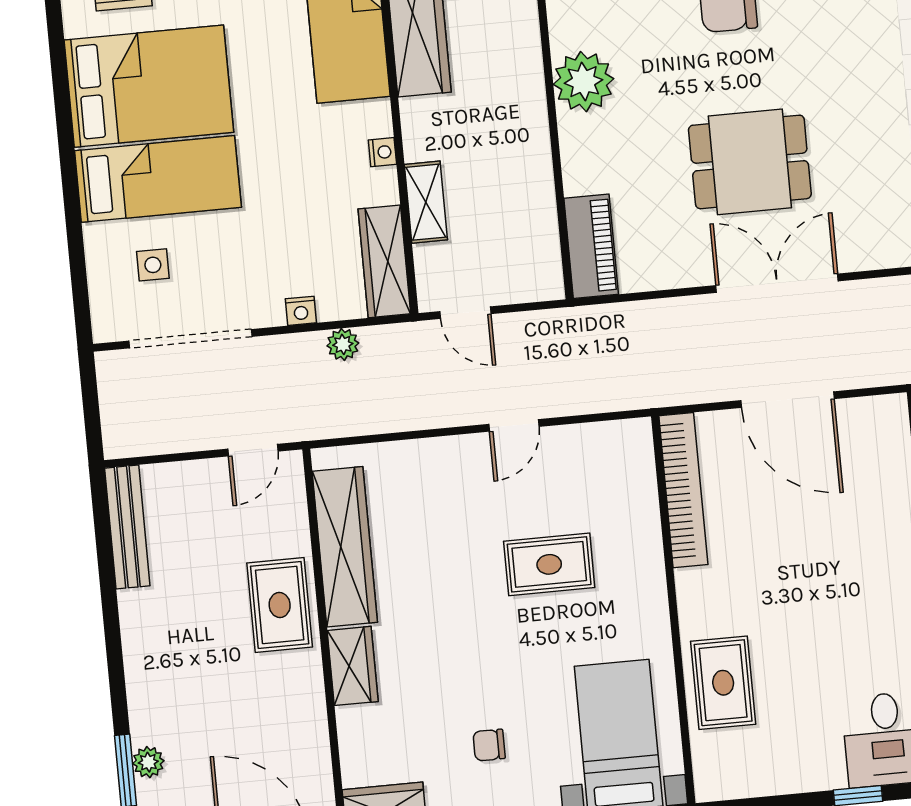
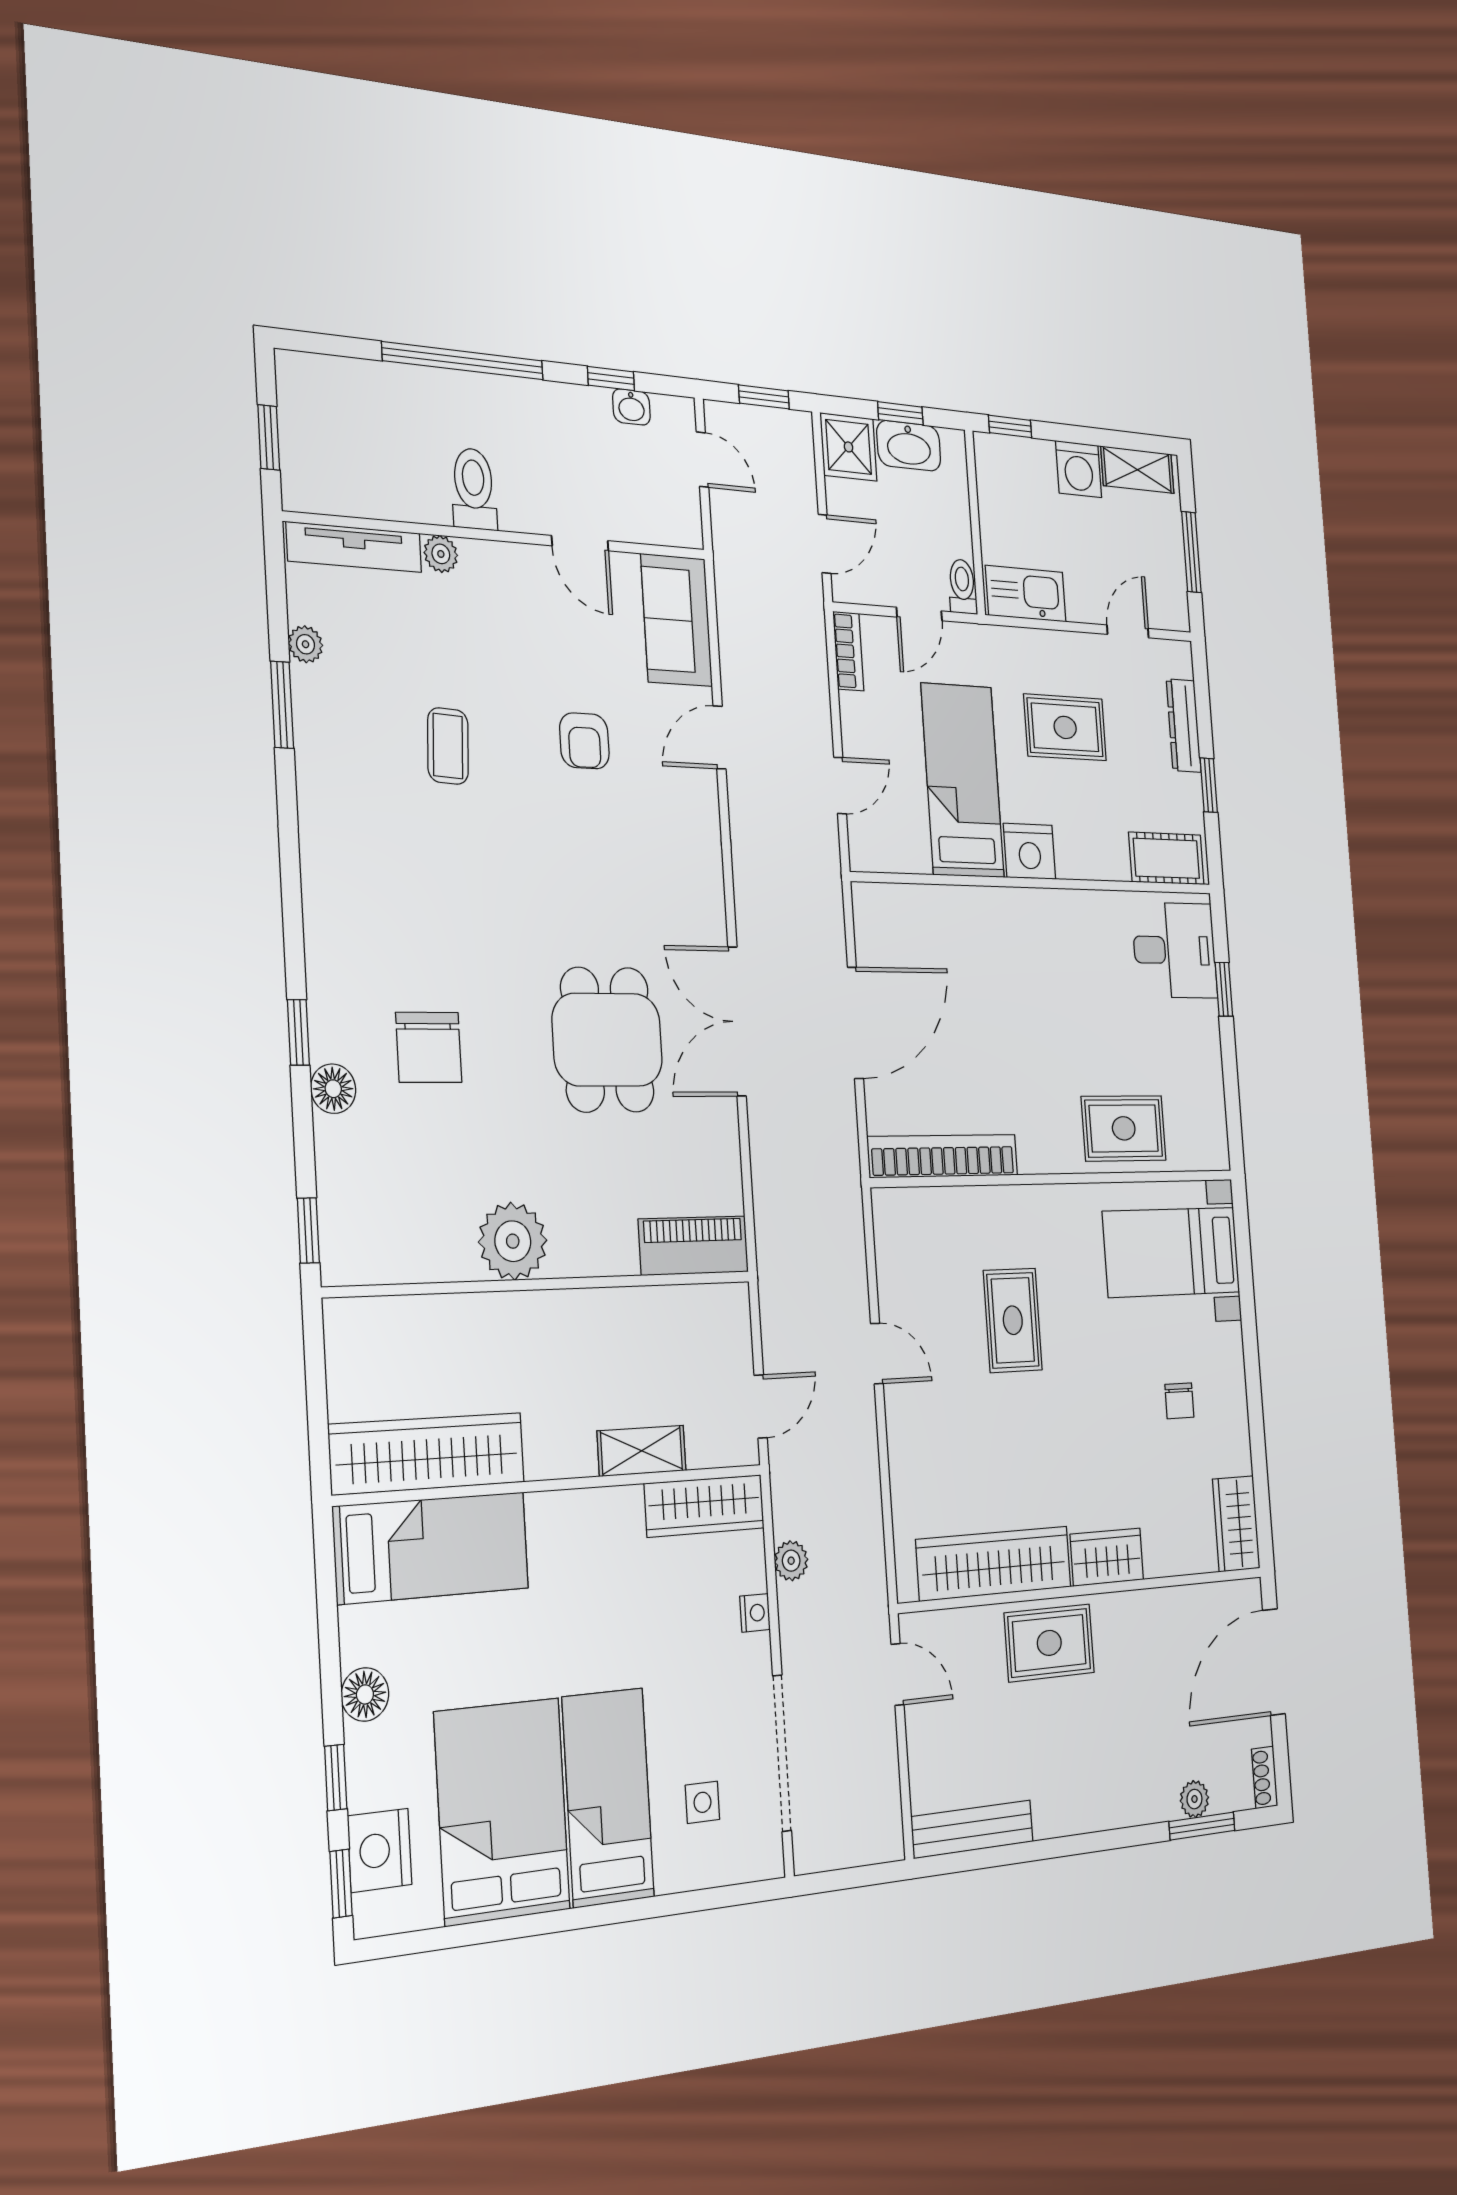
nightstand: (382, 152) -> (585, 1504), removed

